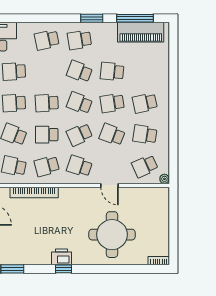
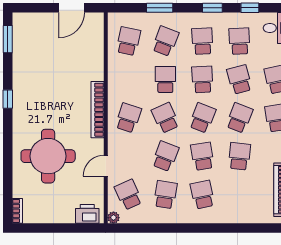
school desk: (47, 166) -> (239, 80), moved
door: (110, 185) -> (106, 166), moved
bookcase: (34, 192) -> (97, 110), moved
printer: (62, 257) -> (87, 214), moved, turned -90

